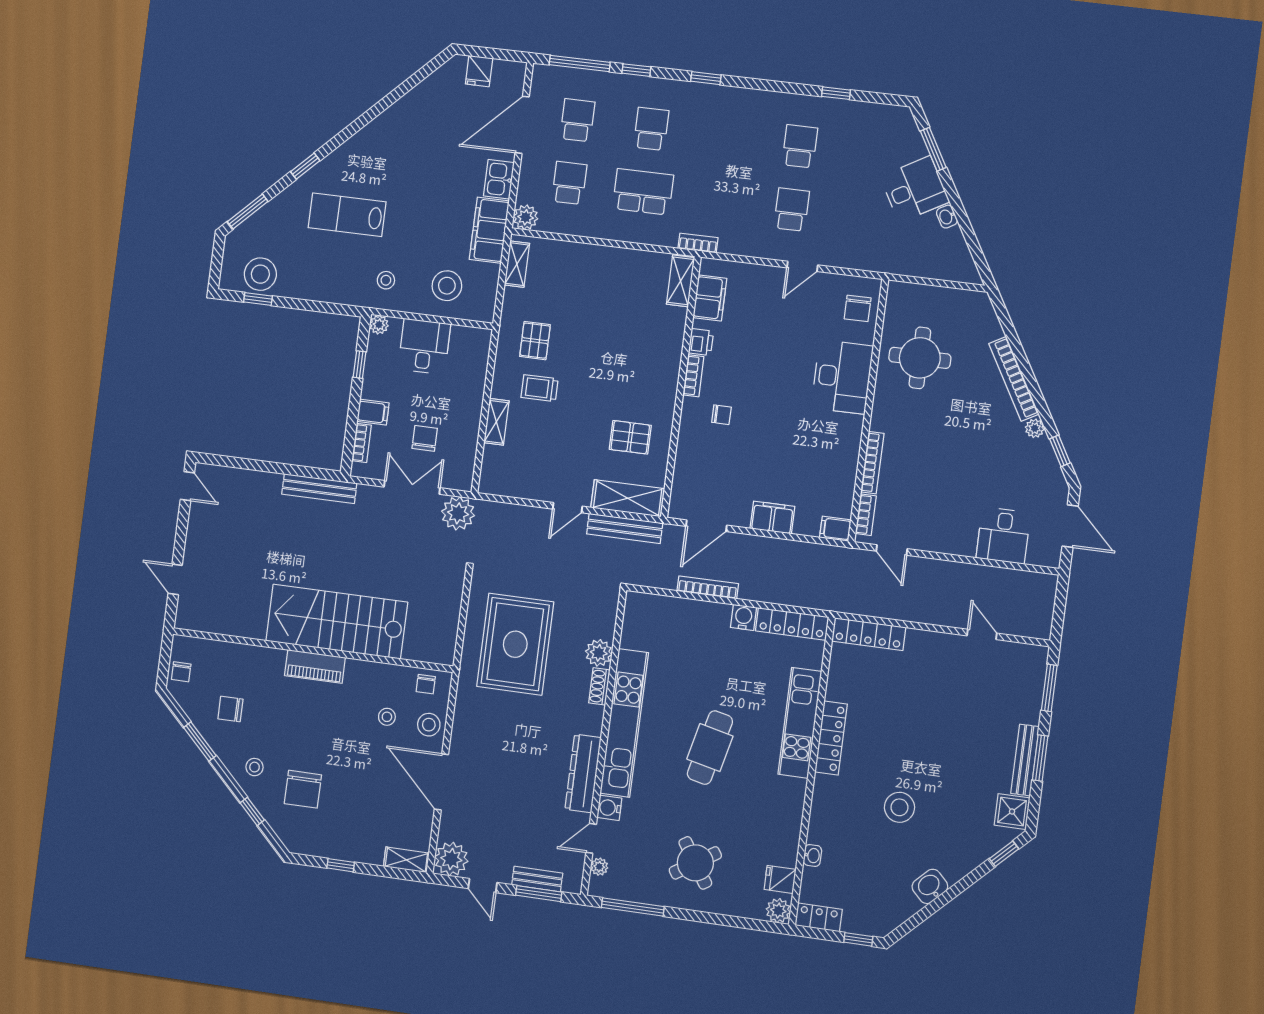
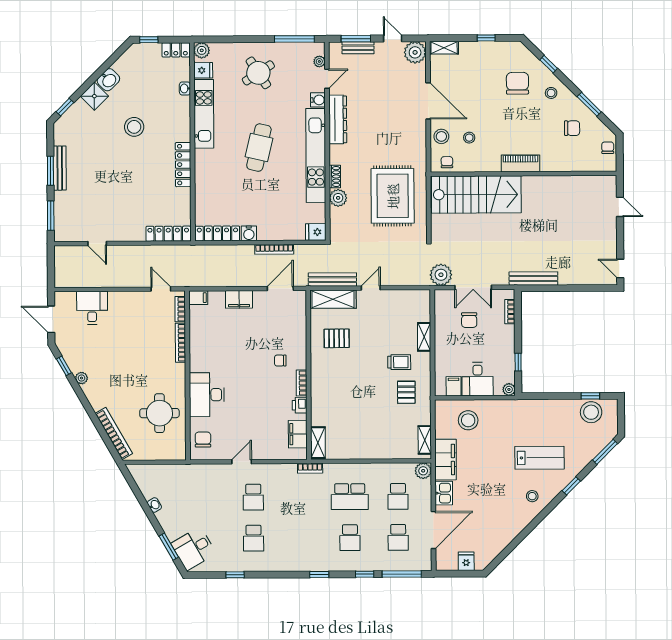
desk: (915, 189) -> (194, 549), moved
stool: (386, 280) -> (532, 496), moved
bookcase: (1014, 379) -> (114, 434), moved
filing cabinet: (373, 412) -> (454, 386), moved, turned 90
fridge: (640, 605) -> (316, 232), added
stairs: (337, 622) -> (476, 194), moved
kitchen unit: (800, 723) -> (204, 114), moved
shower: (1012, 812) -> (94, 96), moved, turned 45

